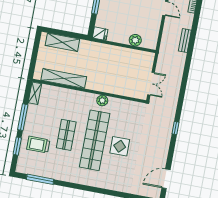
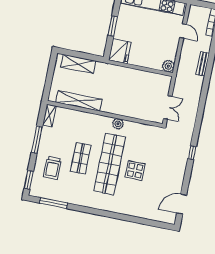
fridge: (100, 34) -> (120, 51), width x1.88, depth x1.34
plant: (135, 40) -> (168, 66), moved
trolley: (38, 145) -> (52, 168), turned -90
window: (17, 146) -> (29, 180), moved

